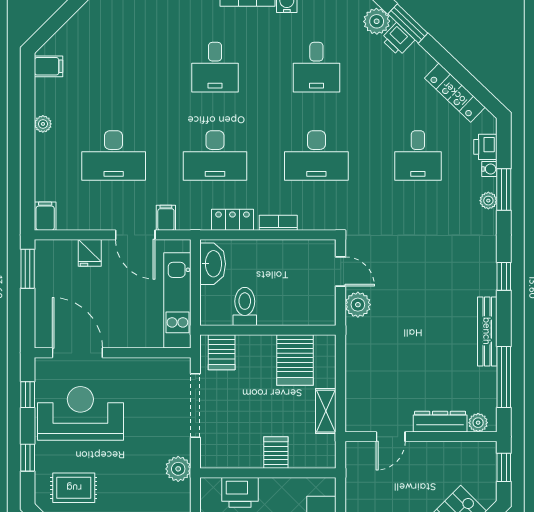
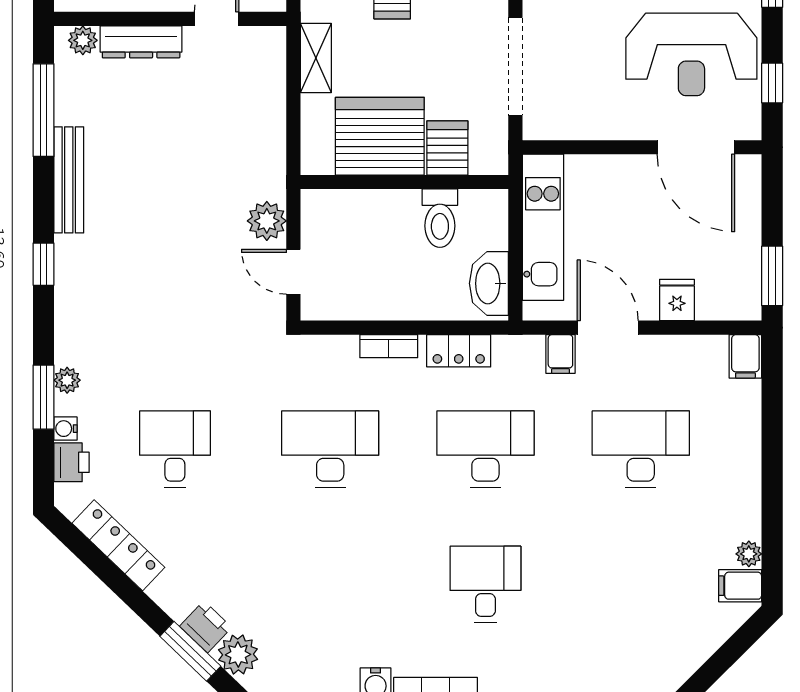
desk: (316, 67) -> (330, 584), removed
plant: (43, 124) -> (749, 554), moved
server rack: (222, 352) -> (447, 148), moved
server rack: (295, 360) -> (380, 136), width x1.60

